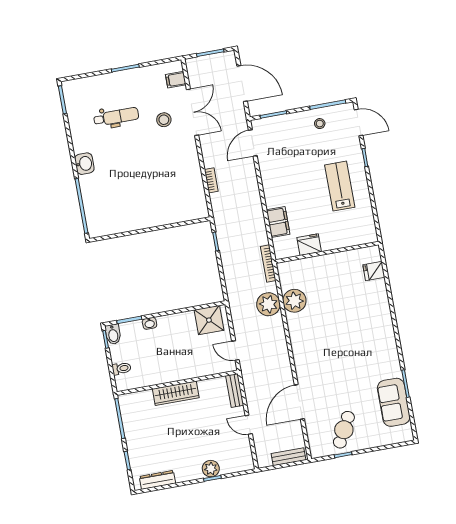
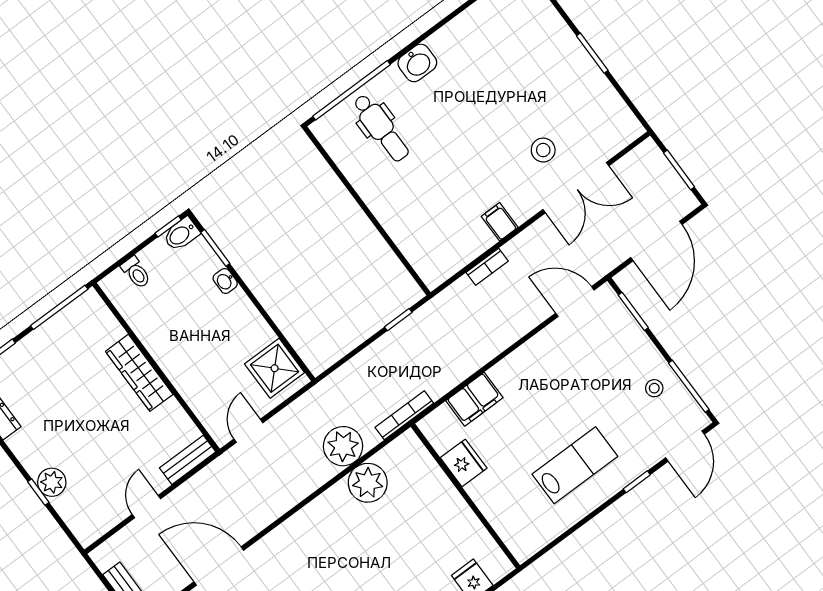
filing cabinet: (176, 80) -> (500, 222), moved
dental chair: (116, 117) -> (381, 128), moved

